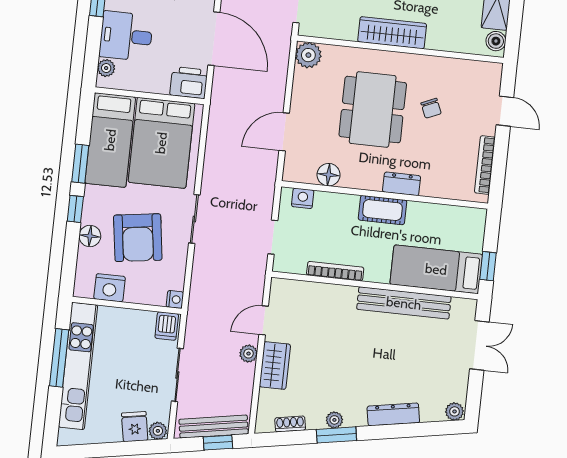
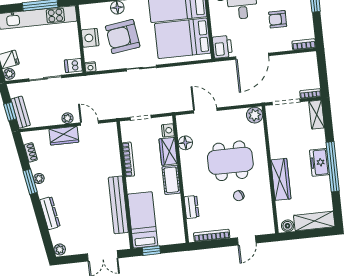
wardrobe: (392, 33) -> (281, 179), moved
dresser: (402, 184) -> (192, 207), moved
wardrobe: (336, 205) -> (168, 151), added
nightstand: (110, 288) -> (90, 38), moved
bench: (214, 427) -> (21, 112), width x0.73

